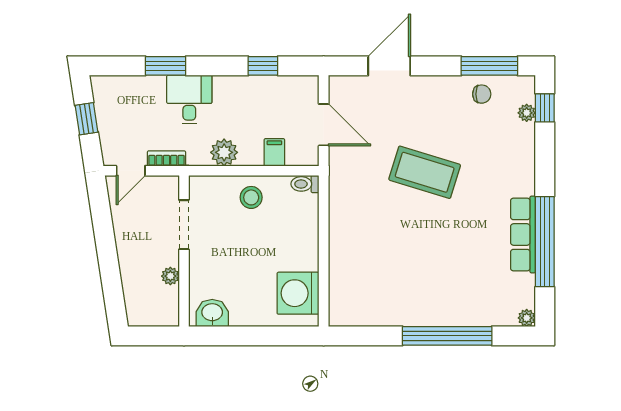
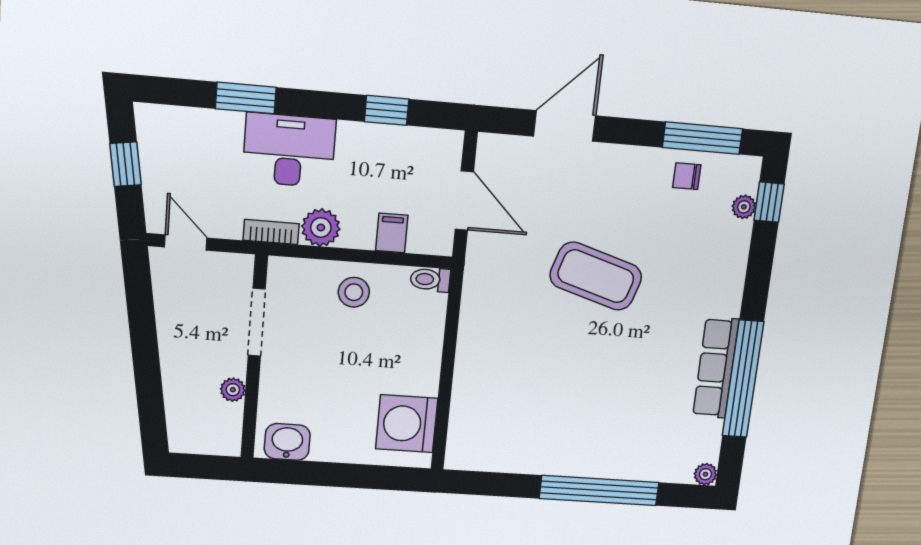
chair: (482, 94) -> (687, 176), turned 180
desk: (189, 100) -> (289, 150), width x1.37
bookcase: (166, 158) -> (271, 232), moved
door: (131, 171) -> (186, 243), swing flipped

